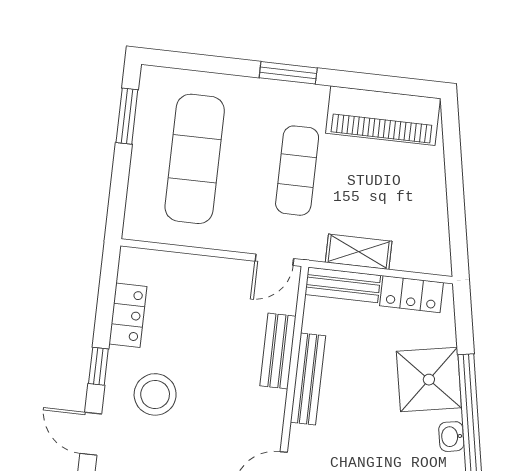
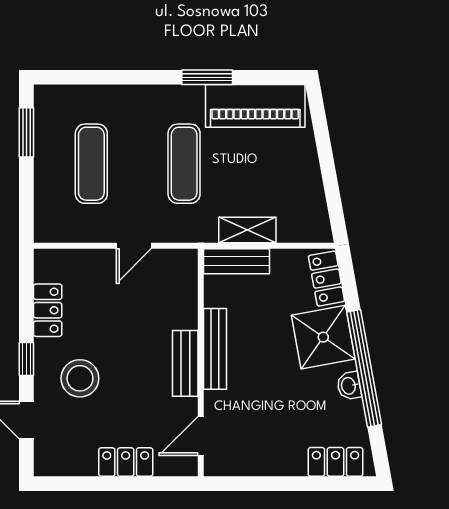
window: (288, 73) -> (207, 77), moved
exercise mat: (195, 159) -> (91, 164), width x0.73, depth x0.69
door: (274, 260) -> (134, 246), moved
locker: (412, 294) -> (326, 279), moved, turned 80
bench: (278, 351) -> (185, 363), moved

